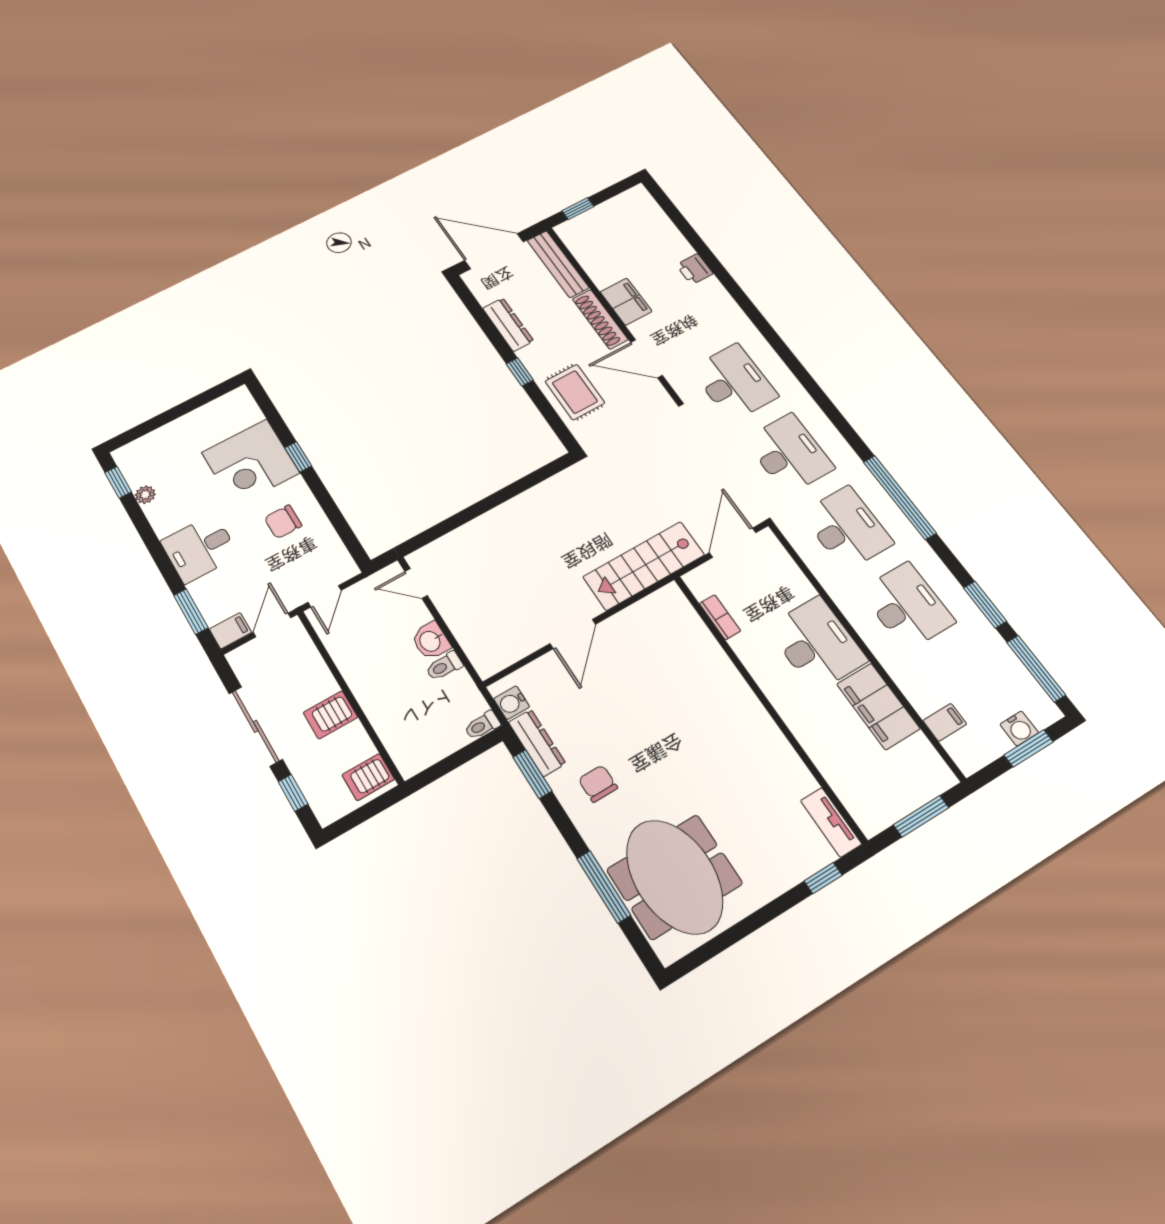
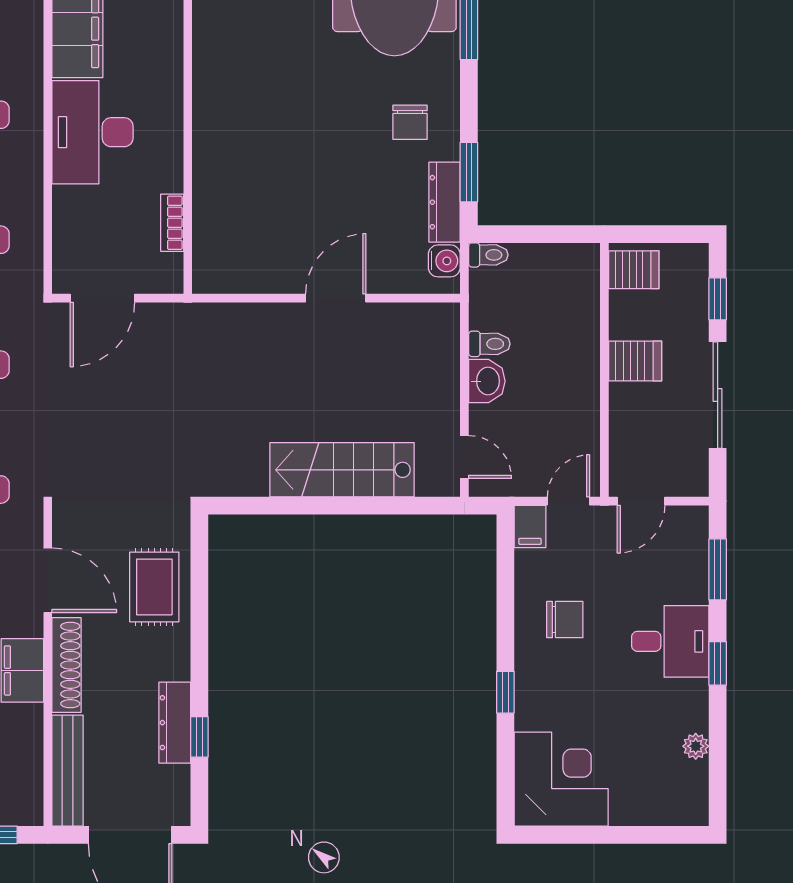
window: (520, 372) -> (199, 737), moved
corner desk: (251, 463) -> (561, 779), moved
window: (118, 482) -> (718, 663), moved
stairs: (644, 566) -> (342, 470), moved, turned 180
filing cabinet: (230, 631) -> (530, 527), moved, turned -90

